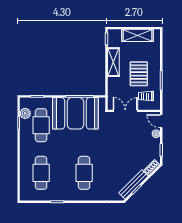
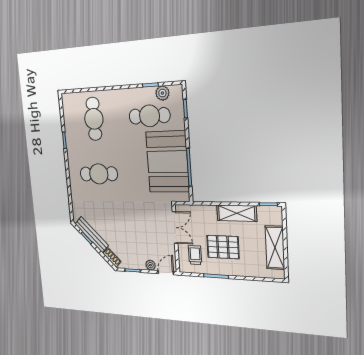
cafe table: (41, 173) -> (94, 119), turned 90

